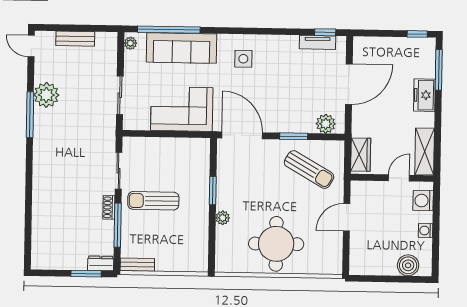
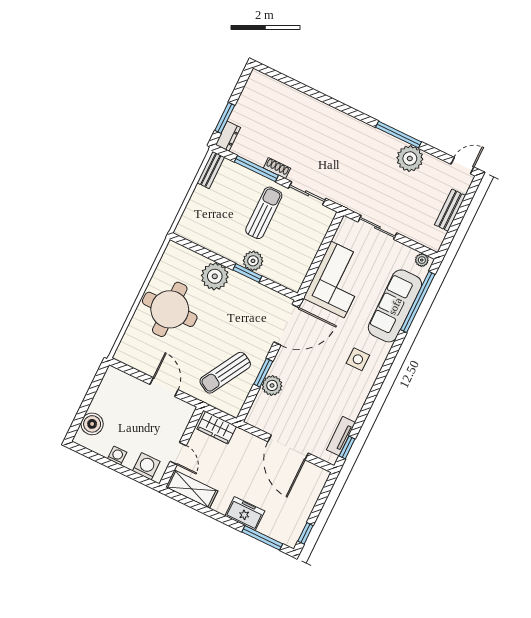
plant: (326, 124) -> (272, 385), moved
plant: (200, 191) -> (253, 261), added
plant: (223, 218) -> (215, 276), width x1.88, depth x1.88

